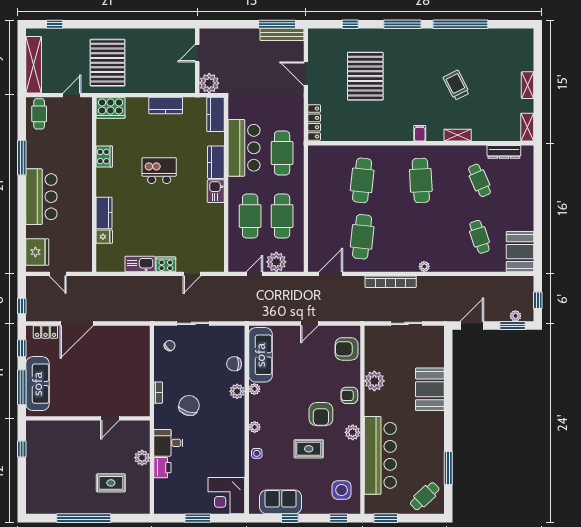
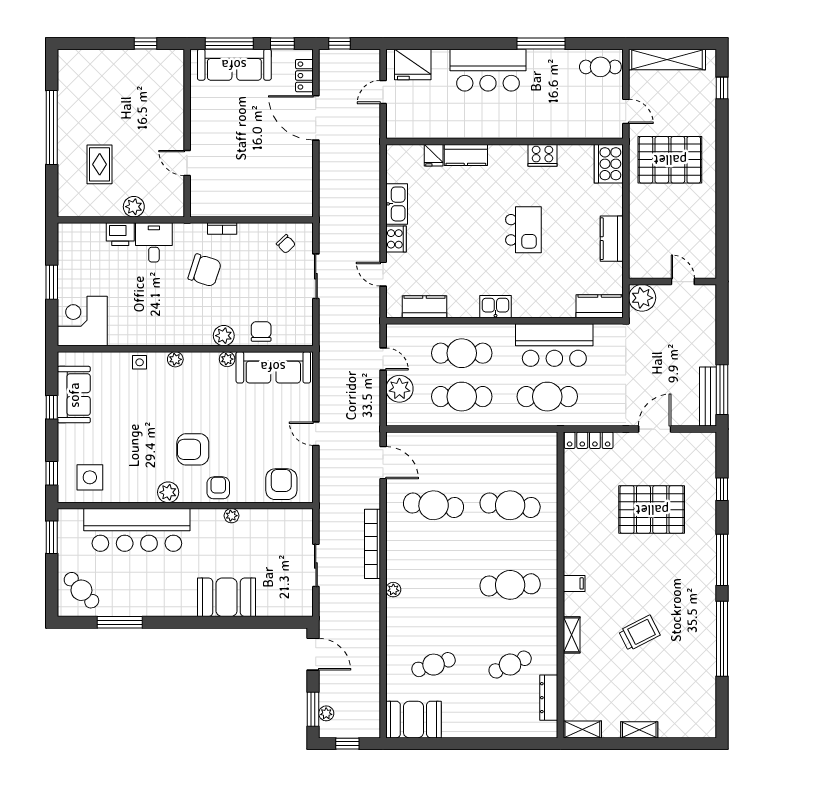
kitchen counter: (216, 162) -> (425, 307), moved
plant: (374, 381) -> (231, 516), width x0.53, depth x0.53
rug: (309, 449) -> (146, 433), removed

